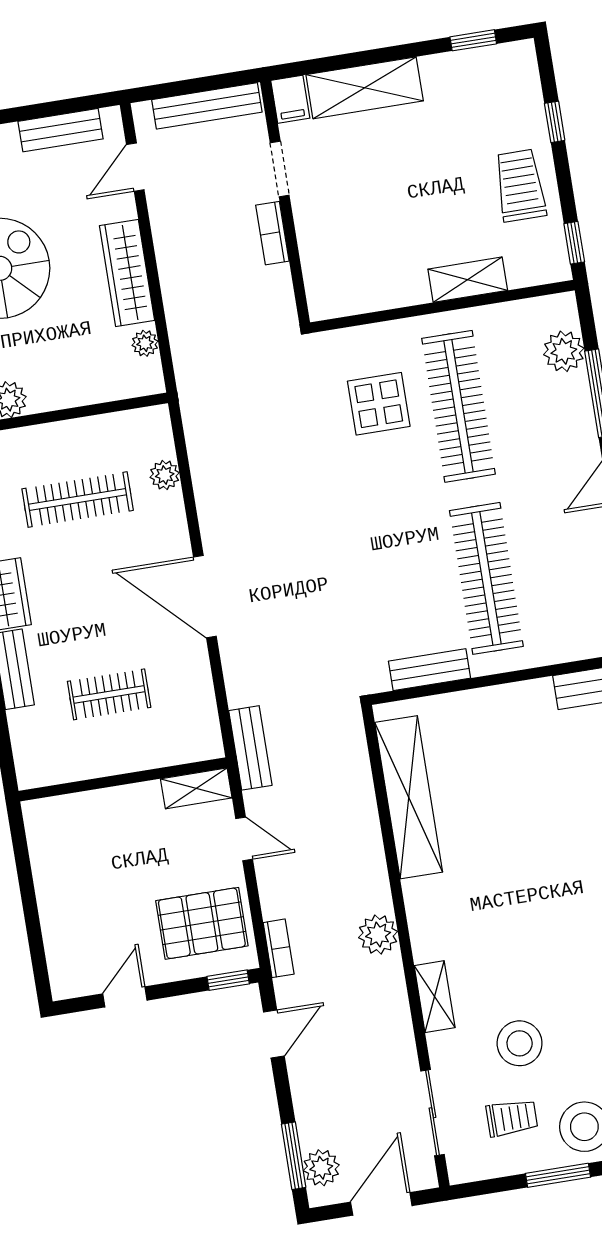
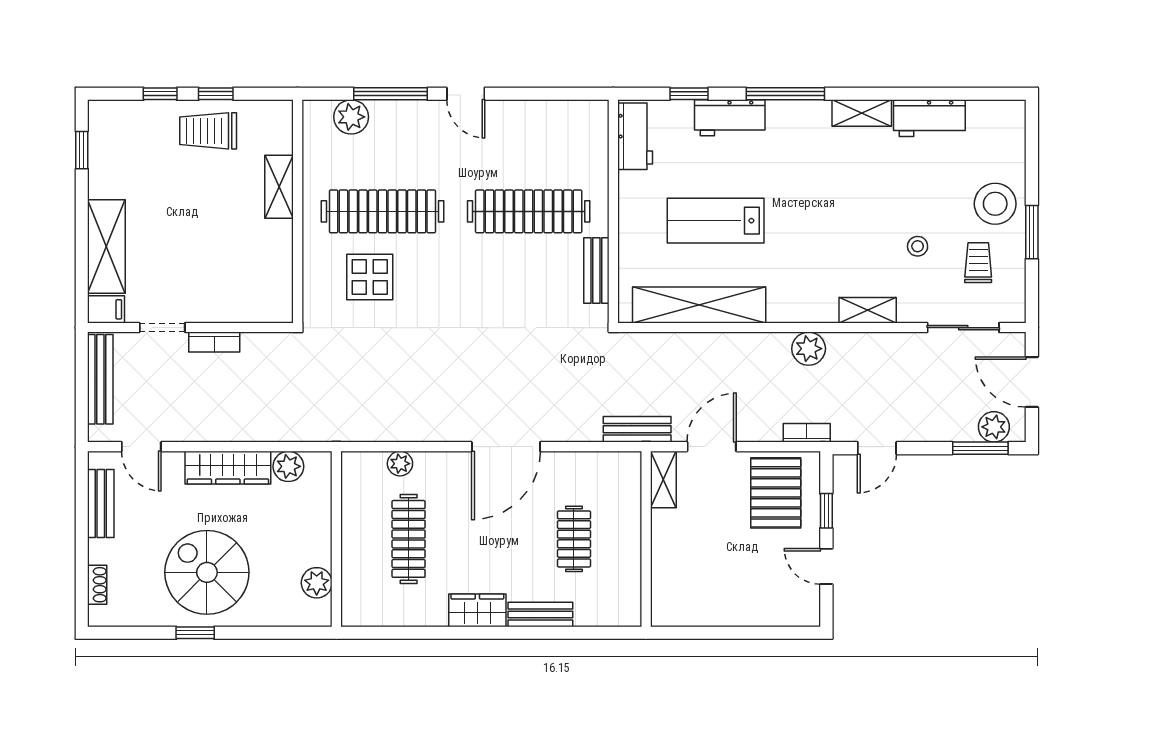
window: (574, 243) -> (216, 94), moved
plant: (145, 343) -> (288, 466), width x1.38, depth x1.38
lab bench: (511, 801) -> (716, 221), added
door: (244, 839) -> (712, 447), width x1.38
window: (228, 980) -> (826, 511), moved
door: (274, 1034) -> (877, 448), swing flipped
stool: (520, 1043) -> (918, 246), width x0.53, depth x0.53

